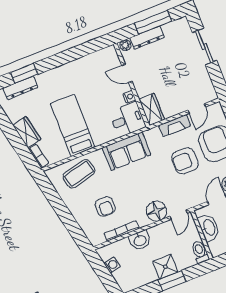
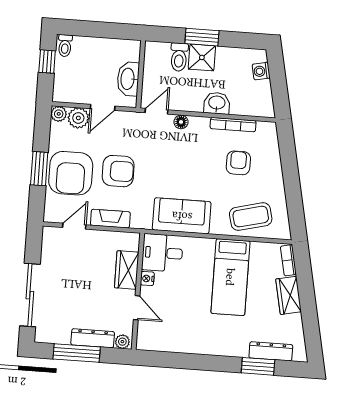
sliding door: (204, 47) -> (30, 295), width x1.37
wardrobe: (152, 109) -> (127, 270), moved
floor lamp: (156, 211) -> (181, 122), width x0.53, depth x0.53
toilet: (200, 252) -> (179, 57), moved
washing machine: (112, 265) -> (261, 71), moved

